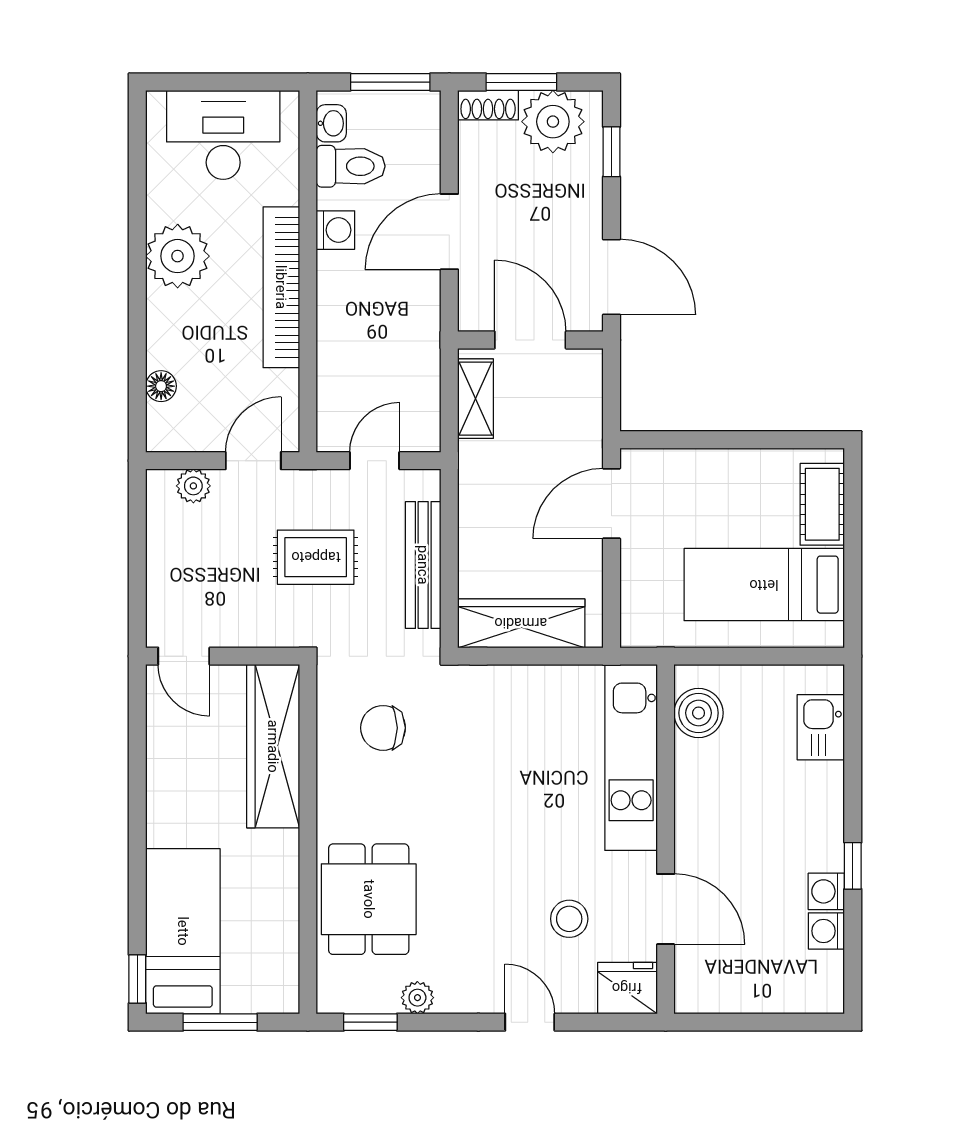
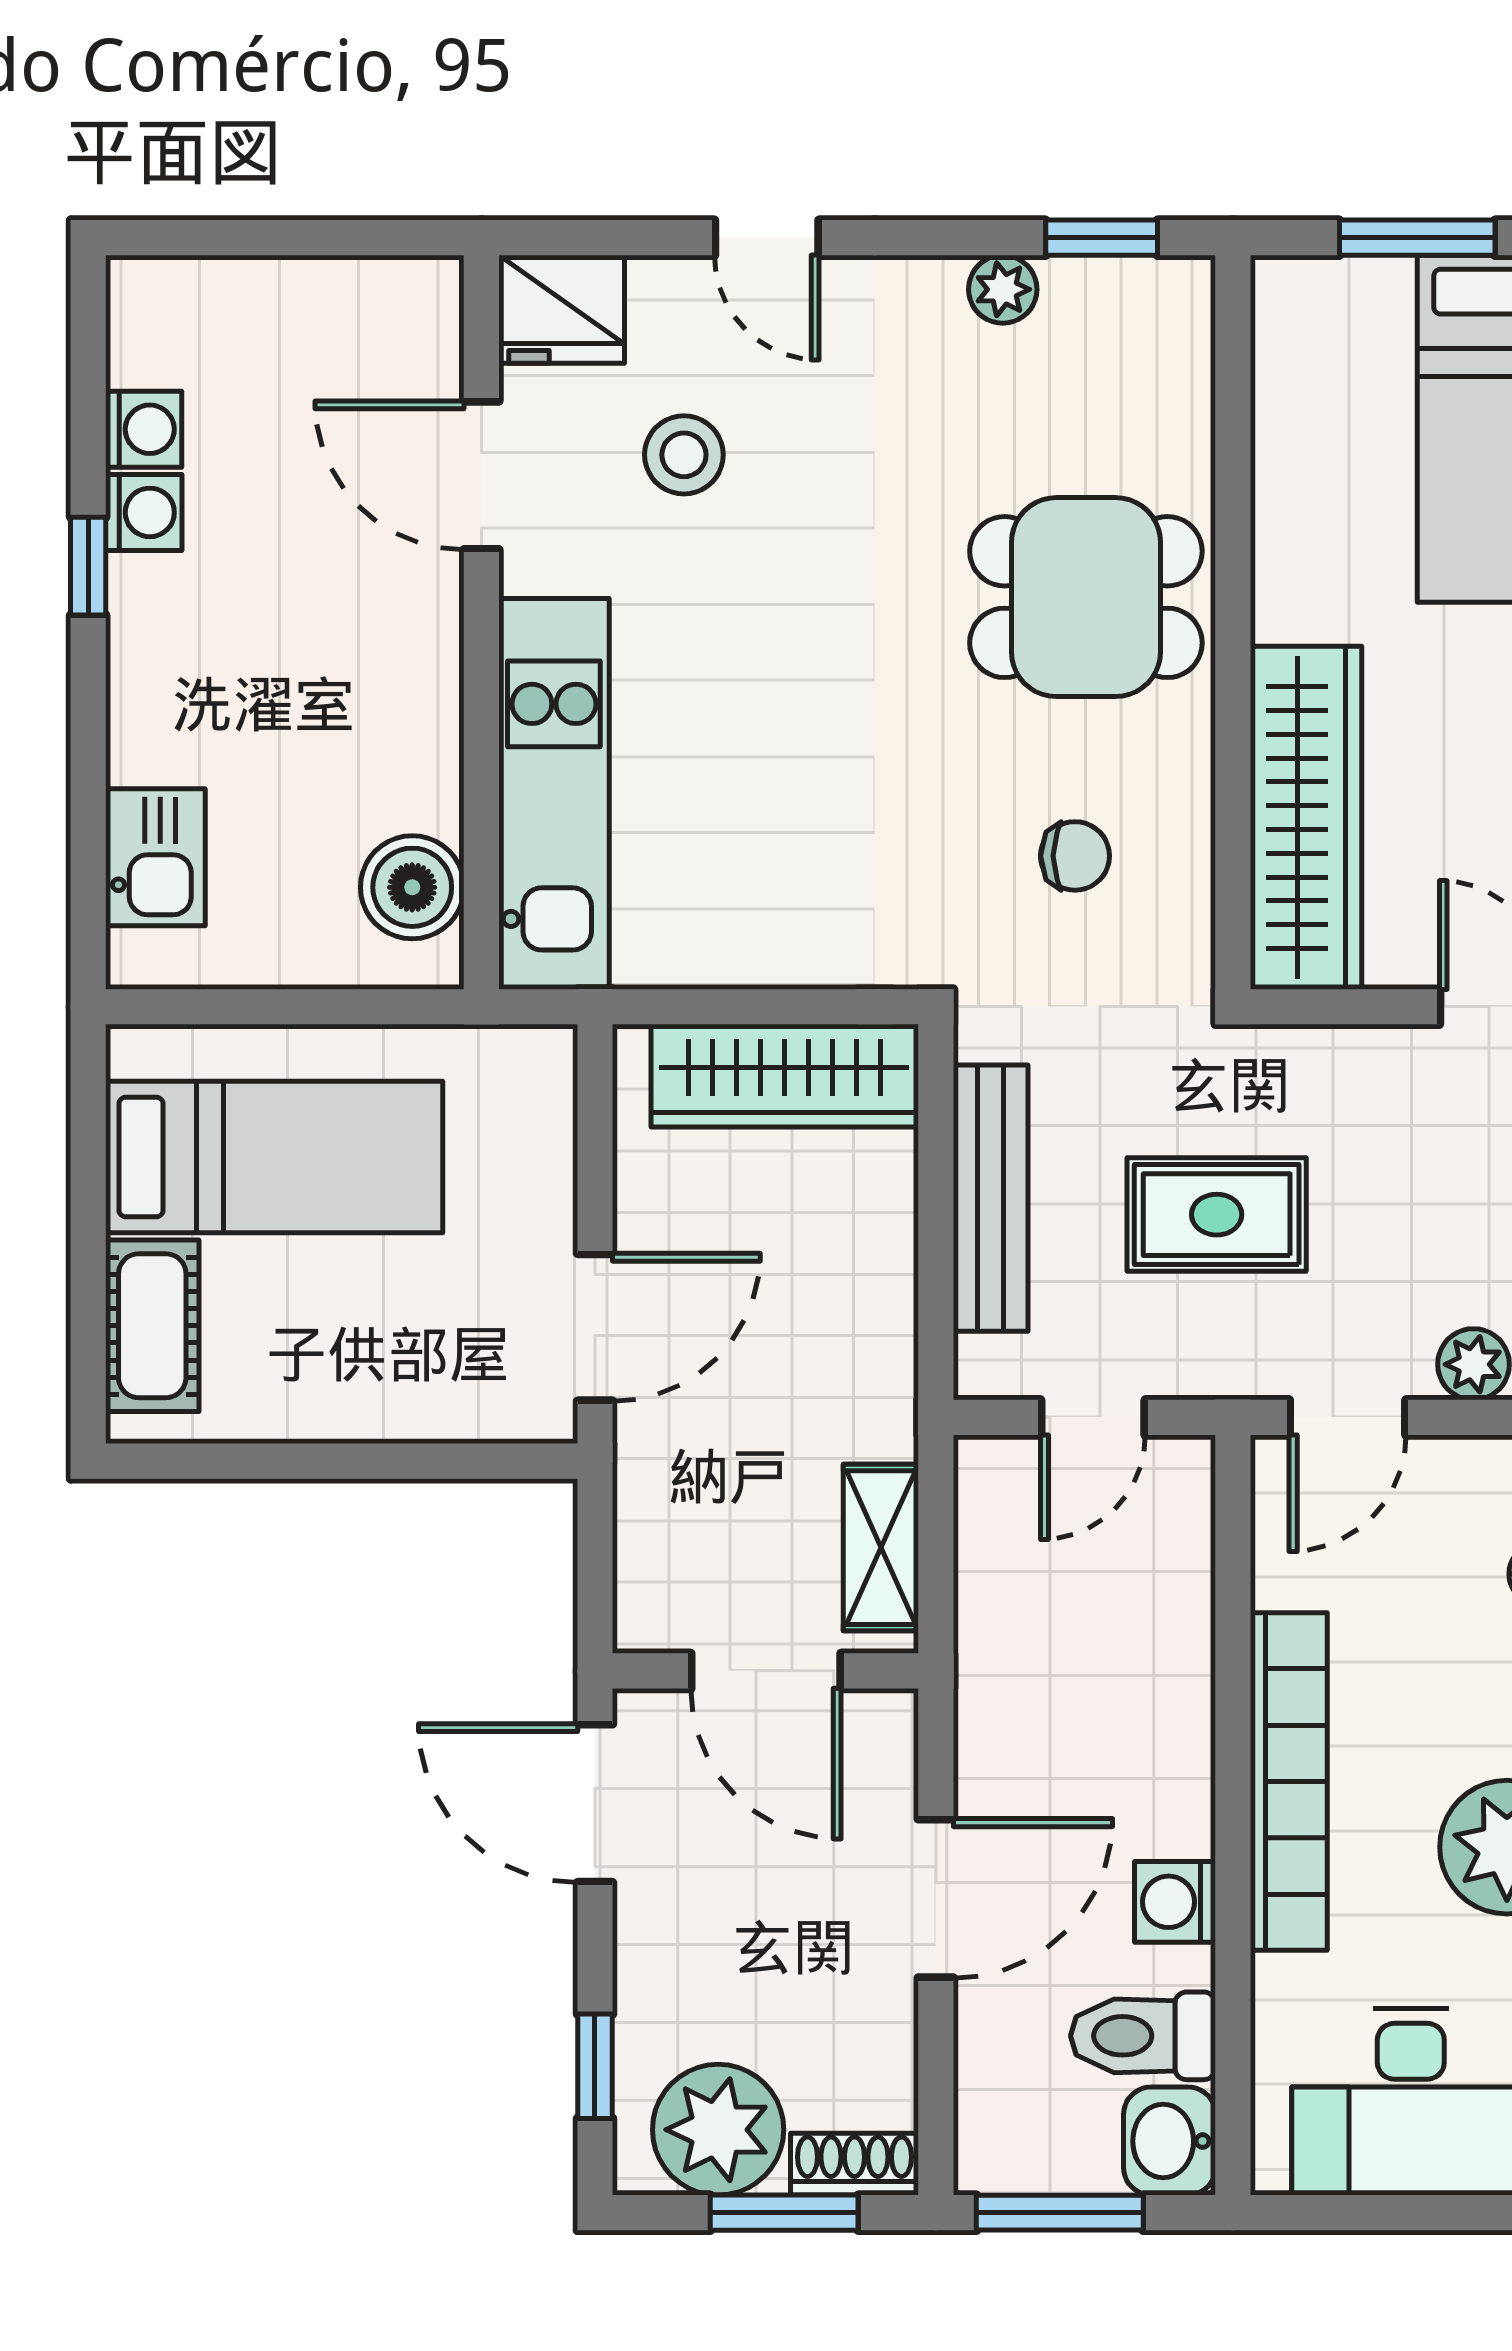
washbasin: (331, 123) -> (1170, 2141), width x1.38, depth x1.45
chair: (383, 728) -> (1075, 856), width x0.73, depth x0.73
dining table: (369, 899) -> (1086, 597), moved, turned 90

